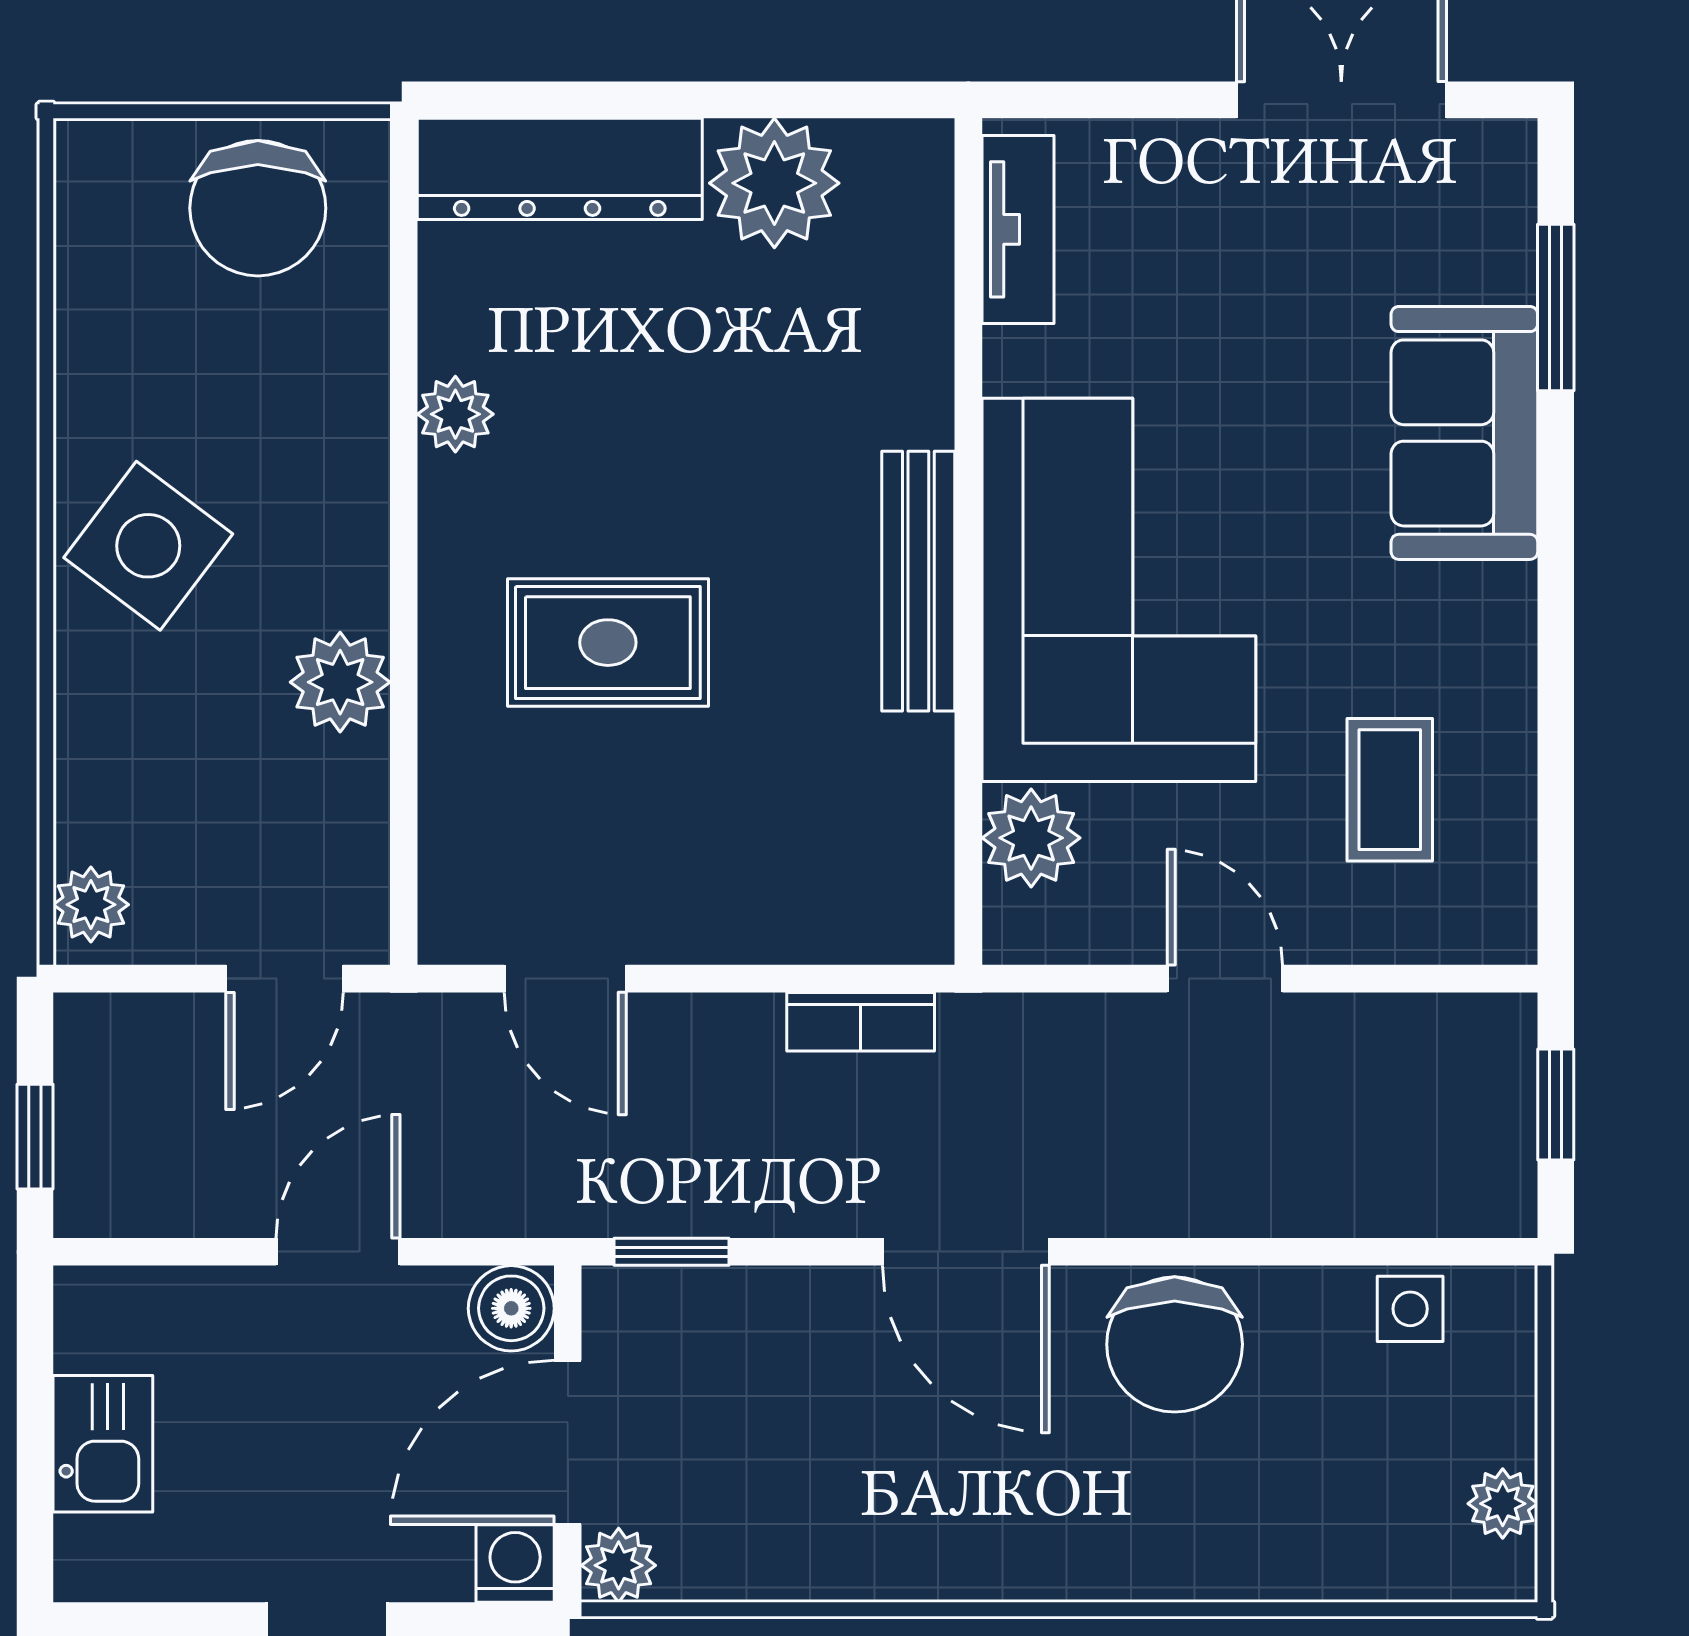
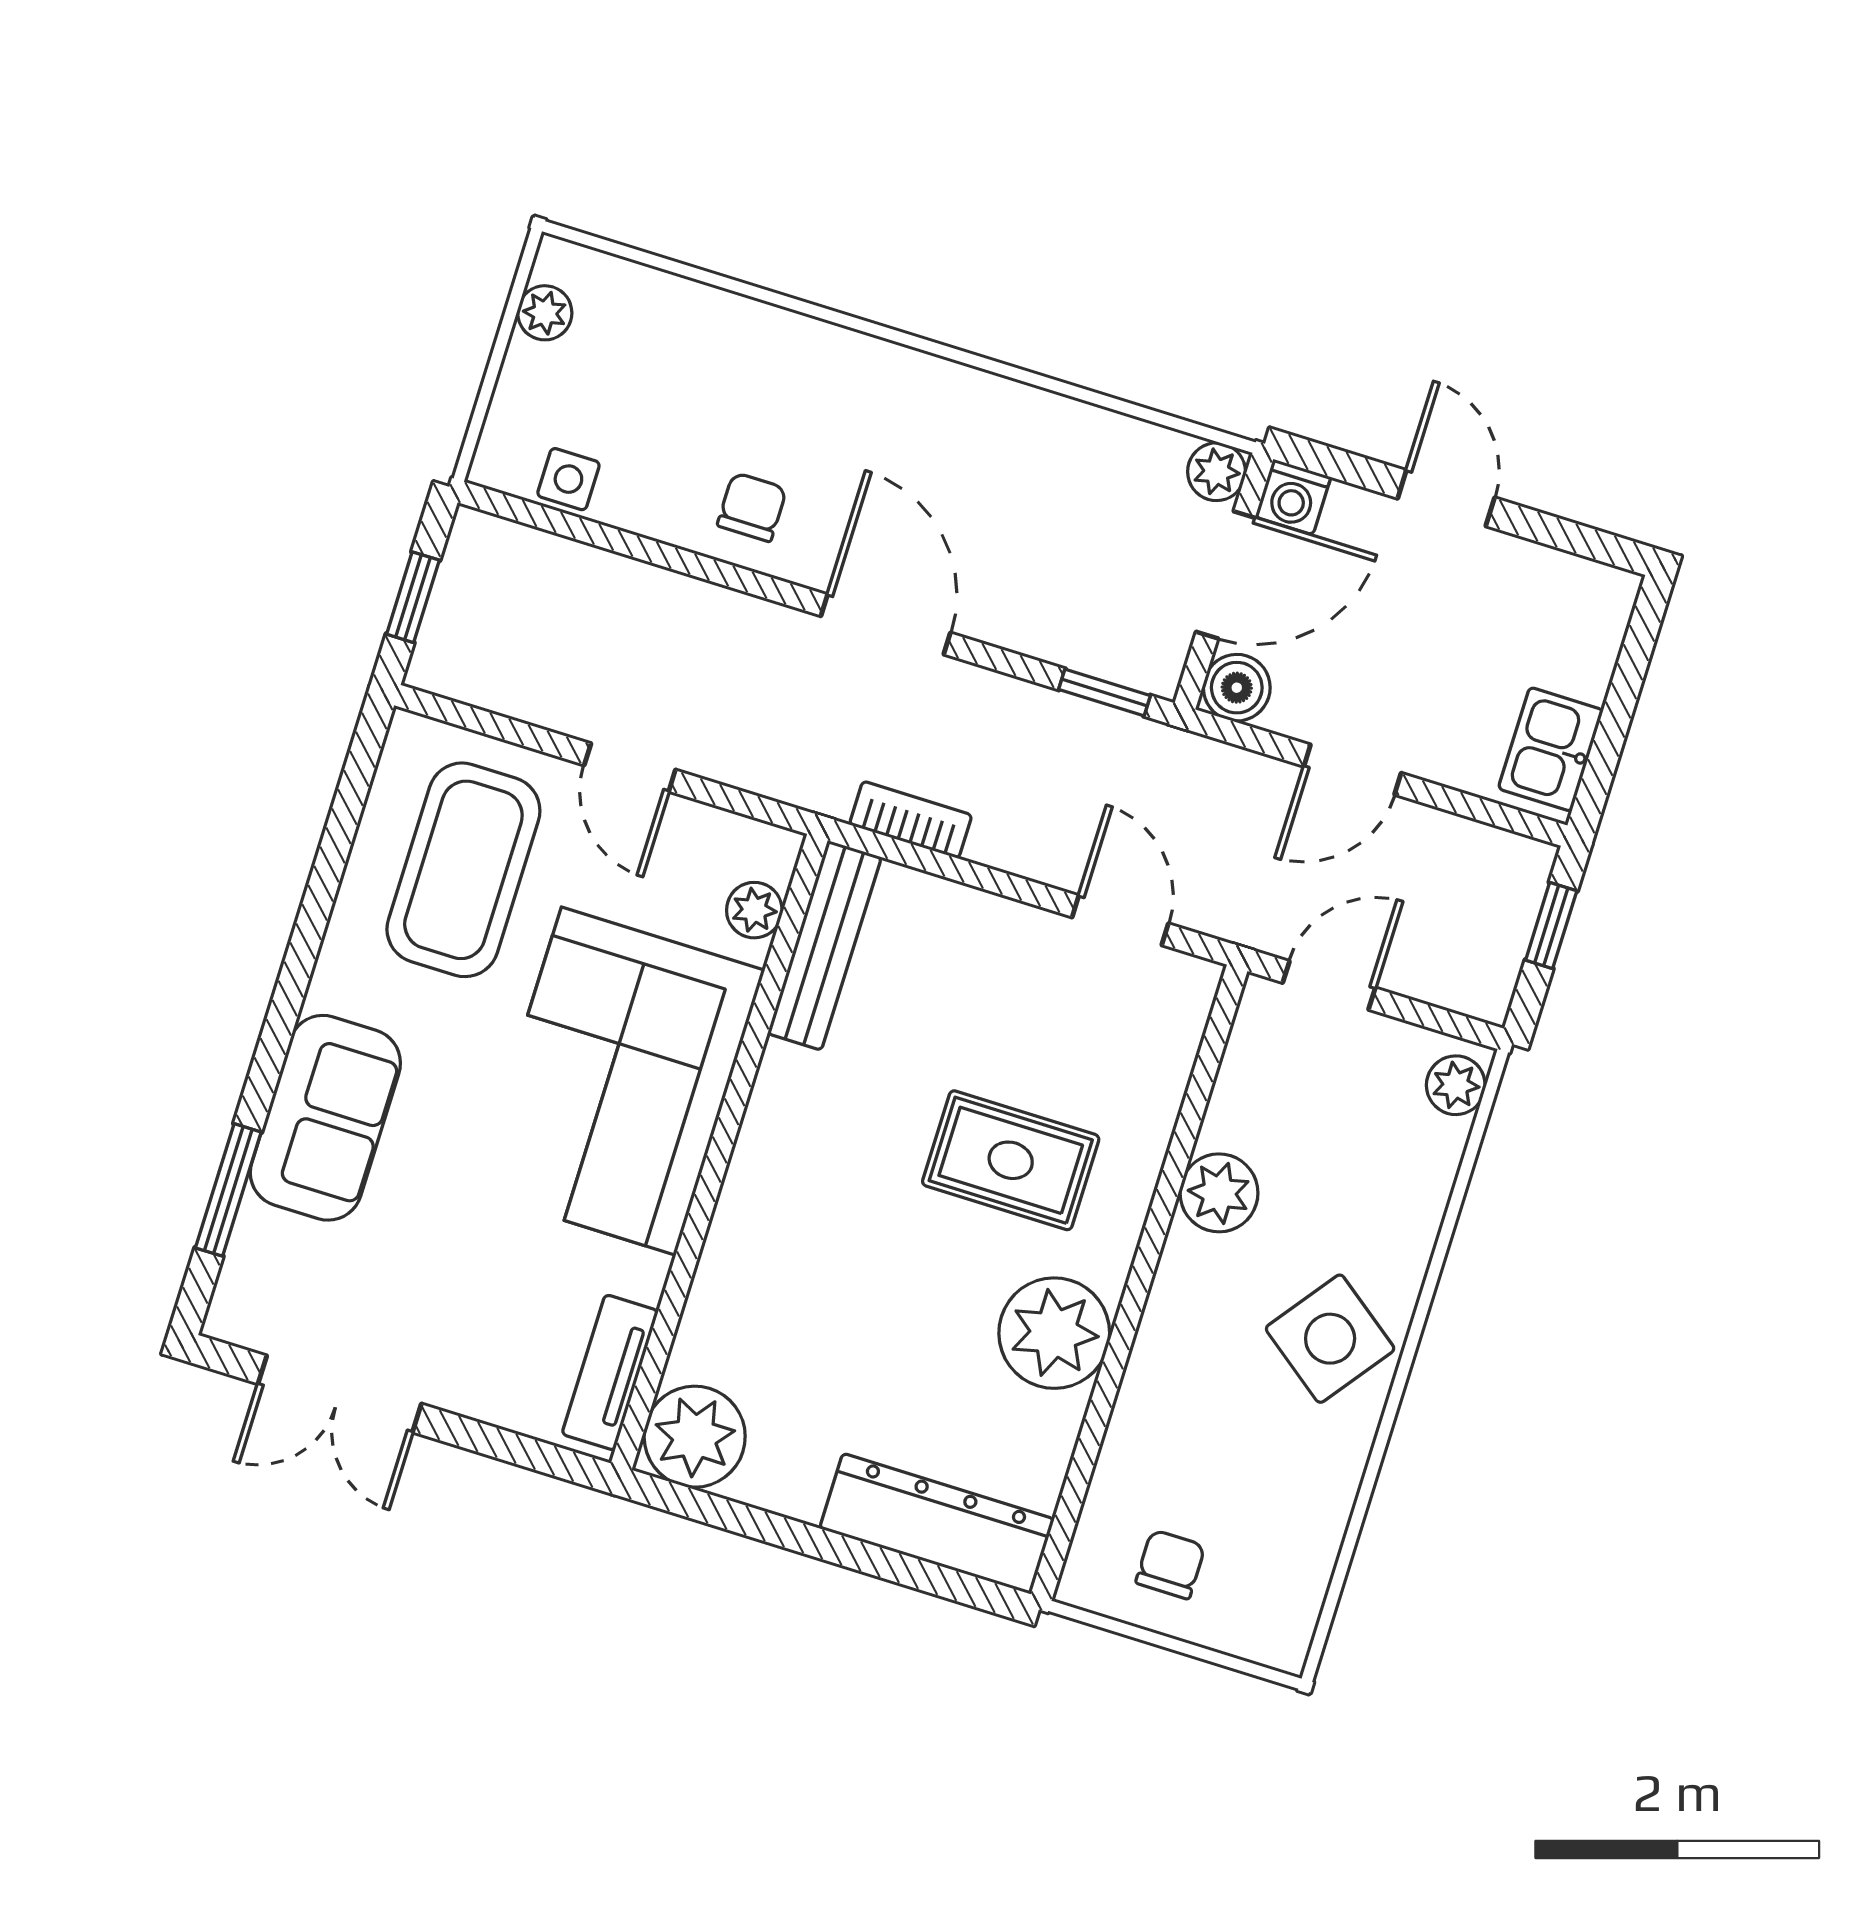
plant: (774, 183) -> (695, 1437), moved
chair: (258, 208) -> (1170, 1564), width x0.54, depth x0.54
plant: (455, 414) -> (1054, 1333), width x1.88, depth x1.88
bench: (918, 581) -> (824, 945), moved
coffee table: (1390, 790) -> (463, 870), width x1.86, depth x1.72
plant: (1031, 838) -> (754, 910), width x0.73, depth x0.73
chair: (1175, 1344) -> (752, 507), width x0.54, depth x0.54
kitchen sink: (103, 1444) -> (1551, 749), moved

